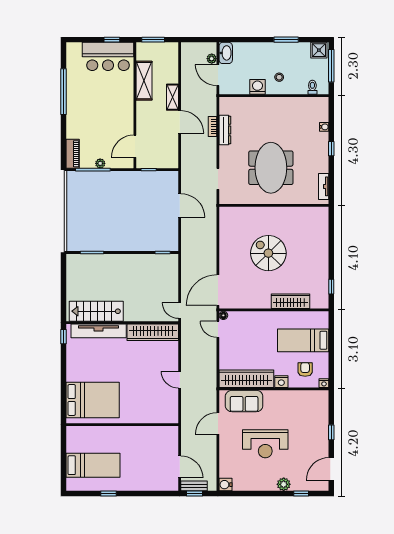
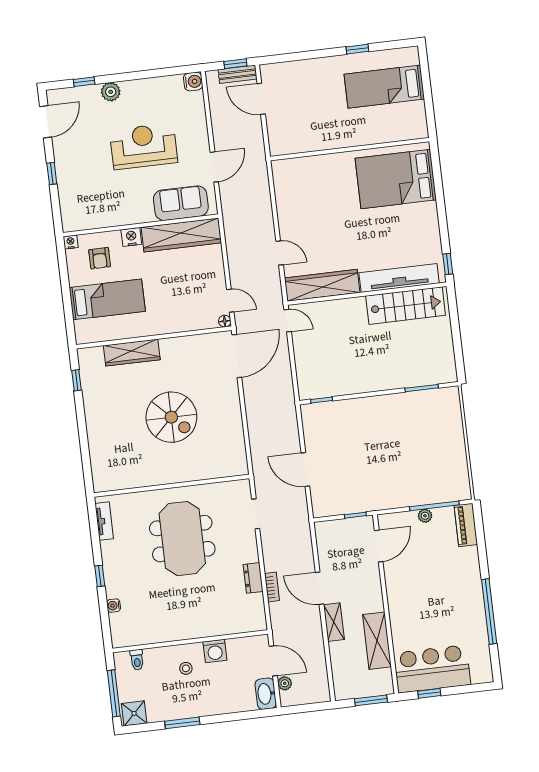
dresser: (225, 130) -> (253, 578), width x0.70
door: (180, 380) -> (280, 253), moved

